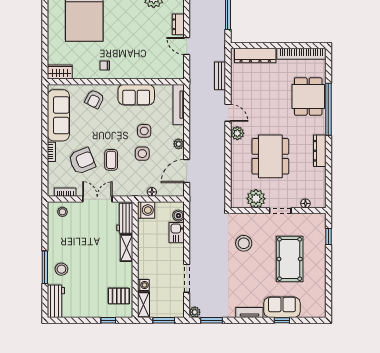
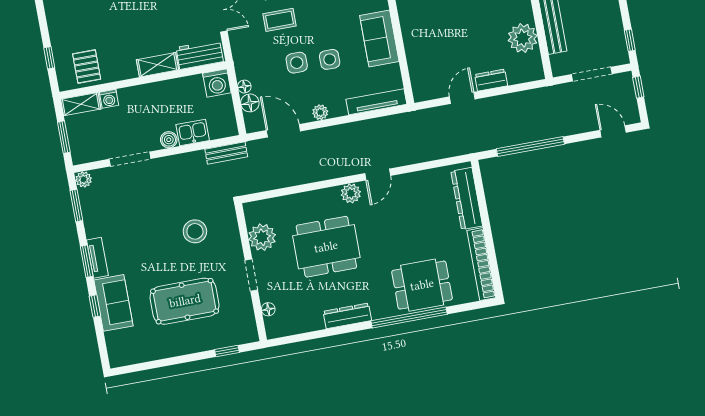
bench: (220, 76) -> (226, 153), moved
floor lamp: (164, 190) -> (250, 103), added
boiler: (178, 216) -> (169, 140), moved
window: (250, 320) -> (87, 261), added

